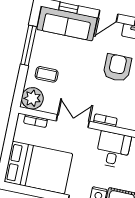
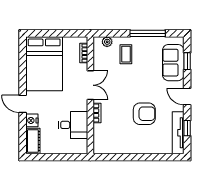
sofa: (67, 24) -> (173, 63), width x0.73
plant: (32, 98) -> (107, 42), width x0.53, depth x0.53

